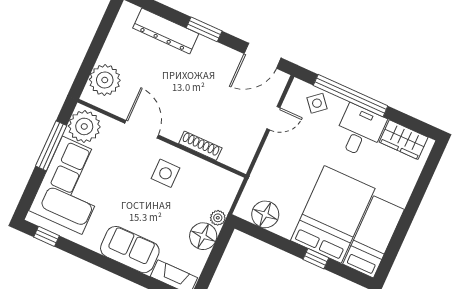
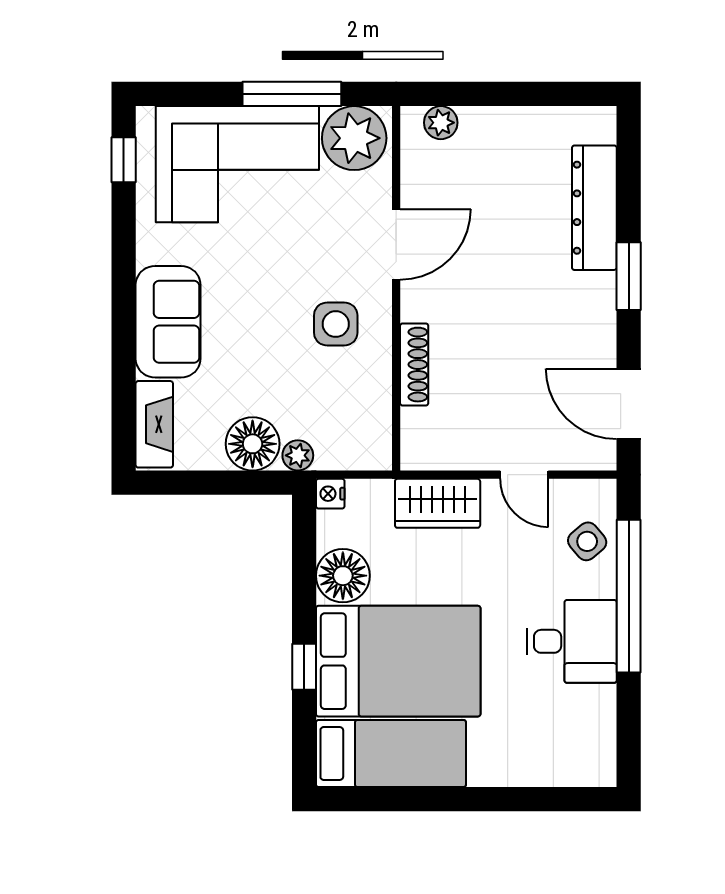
plant: (105, 80) -> (441, 123), width x0.53, depth x0.53
wardrobe: (404, 140) -> (438, 503), moved, turned -90
nightstand: (242, 211) -> (330, 494), added
floor lamp: (265, 214) -> (343, 576), moved

